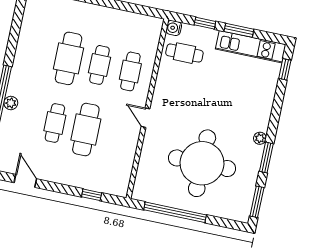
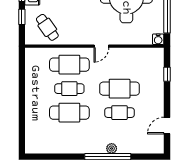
water cooler: (174, 28) -> (158, 39), moved
cafe table: (184, 53) -> (47, 27), turned -35
cafe table: (130, 71) -> (69, 65), width x1.37, depth x1.35

